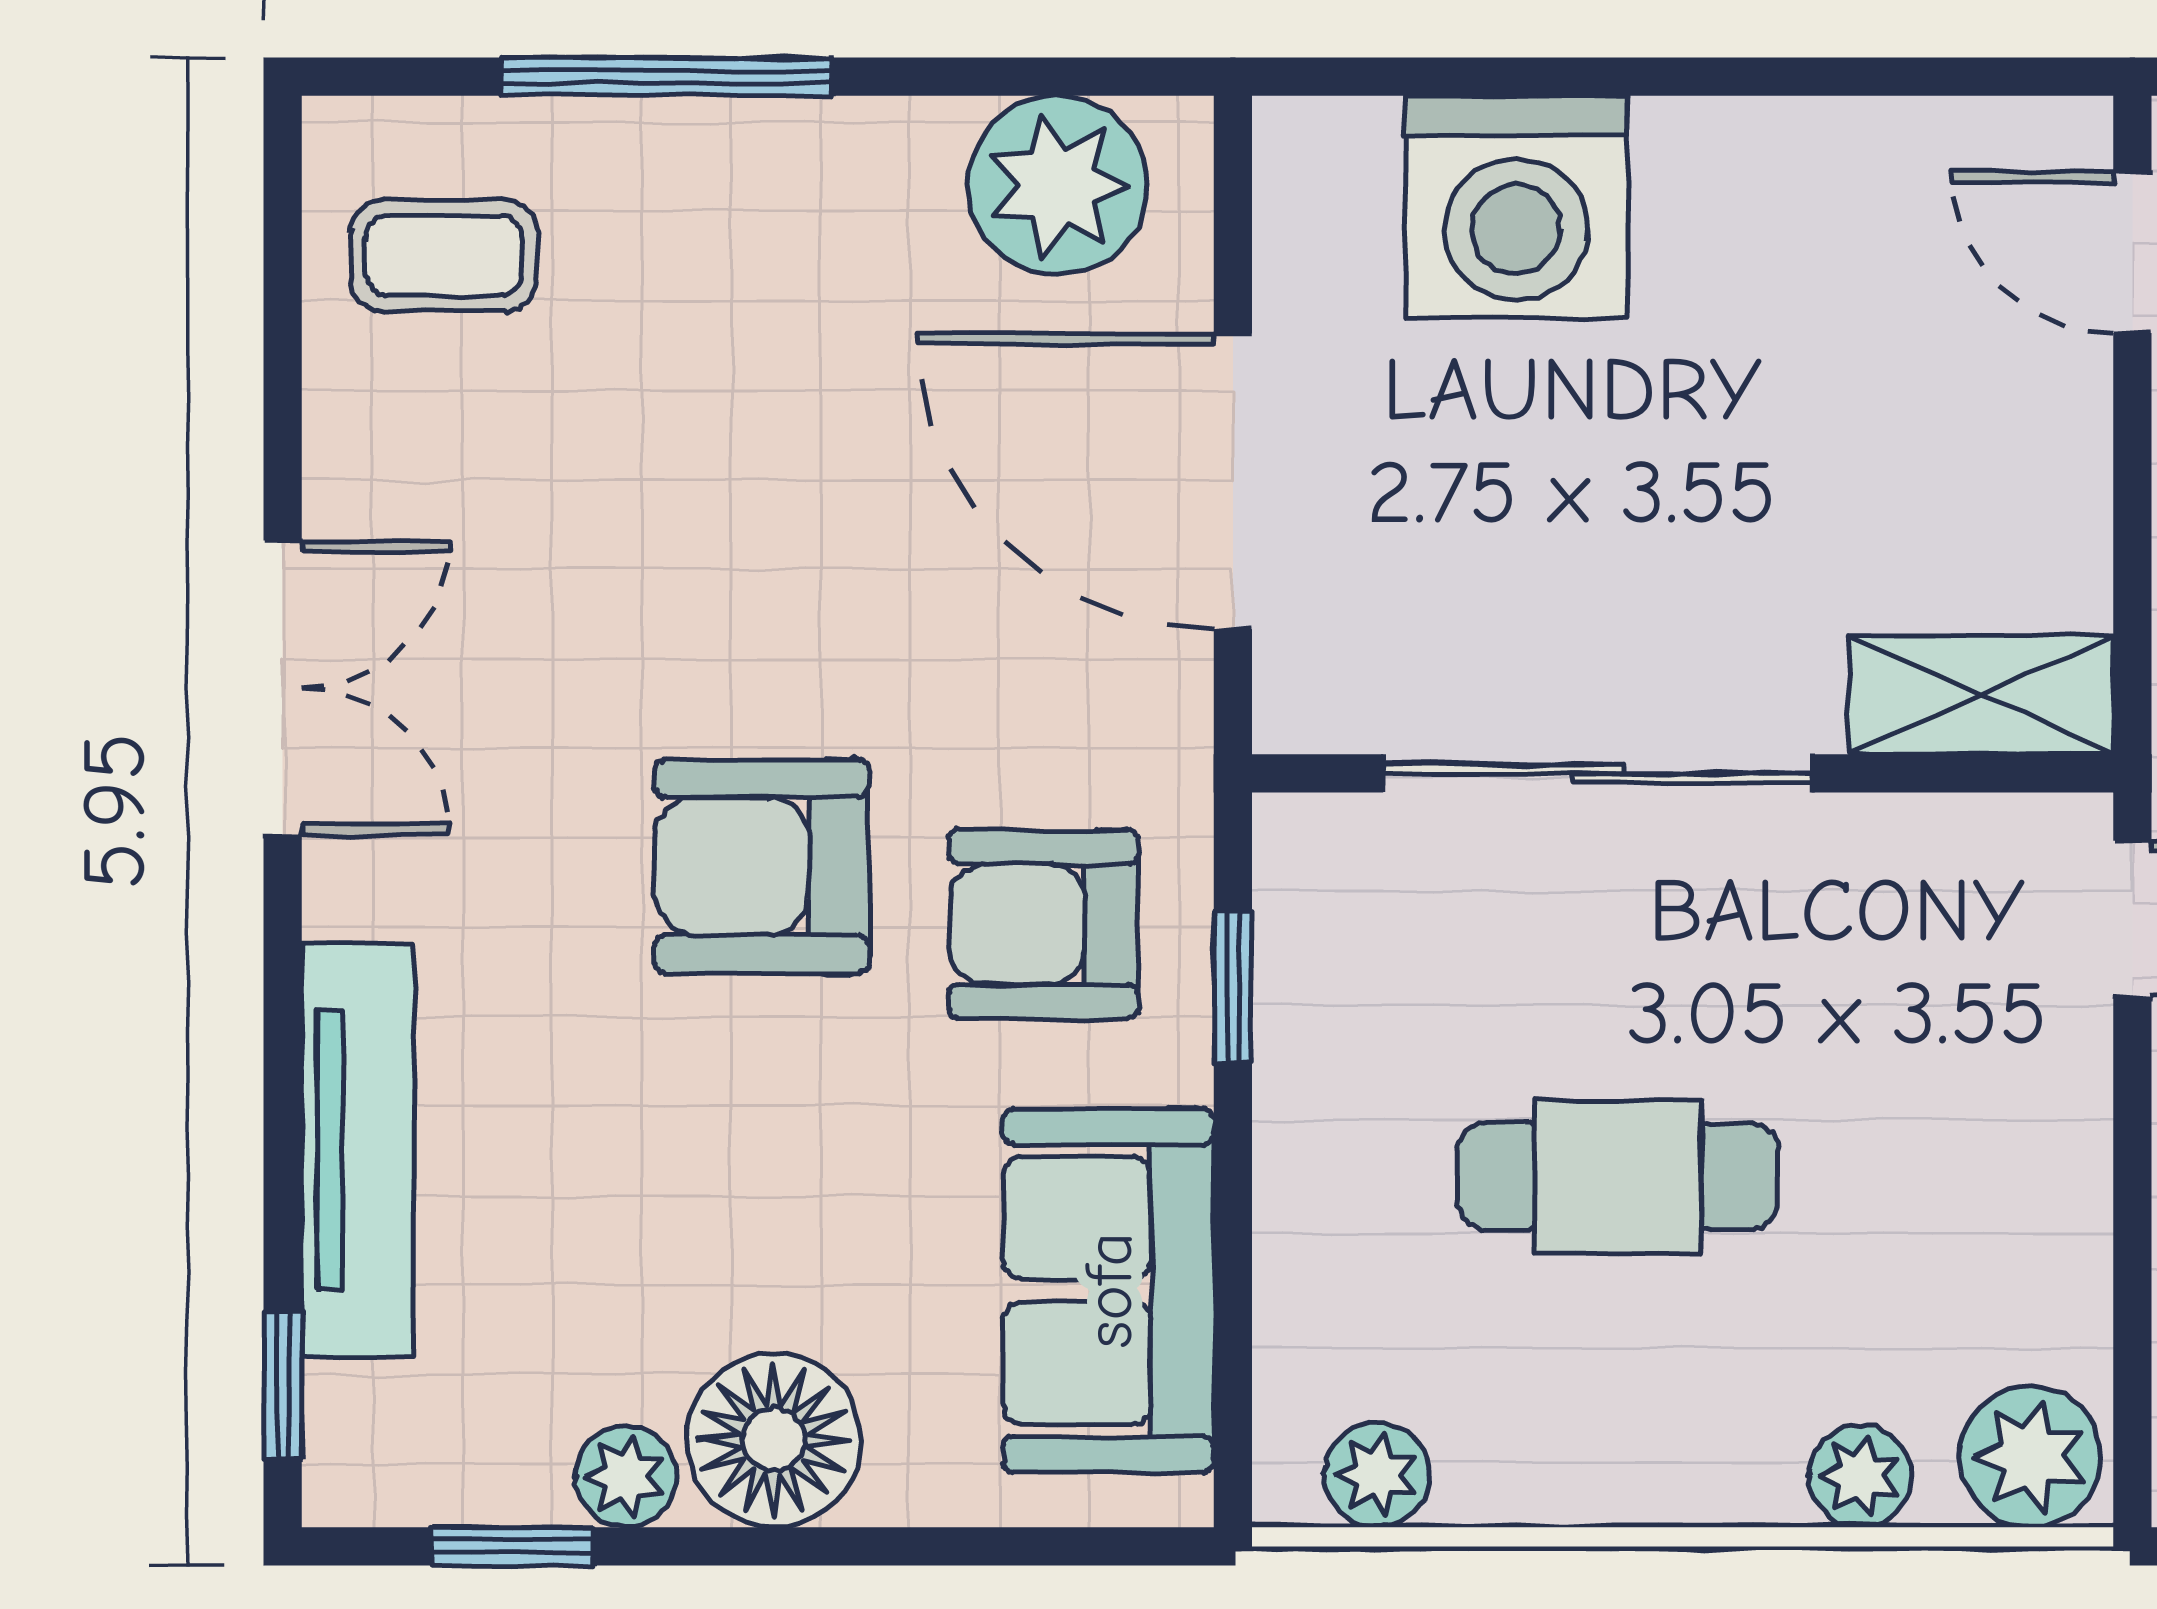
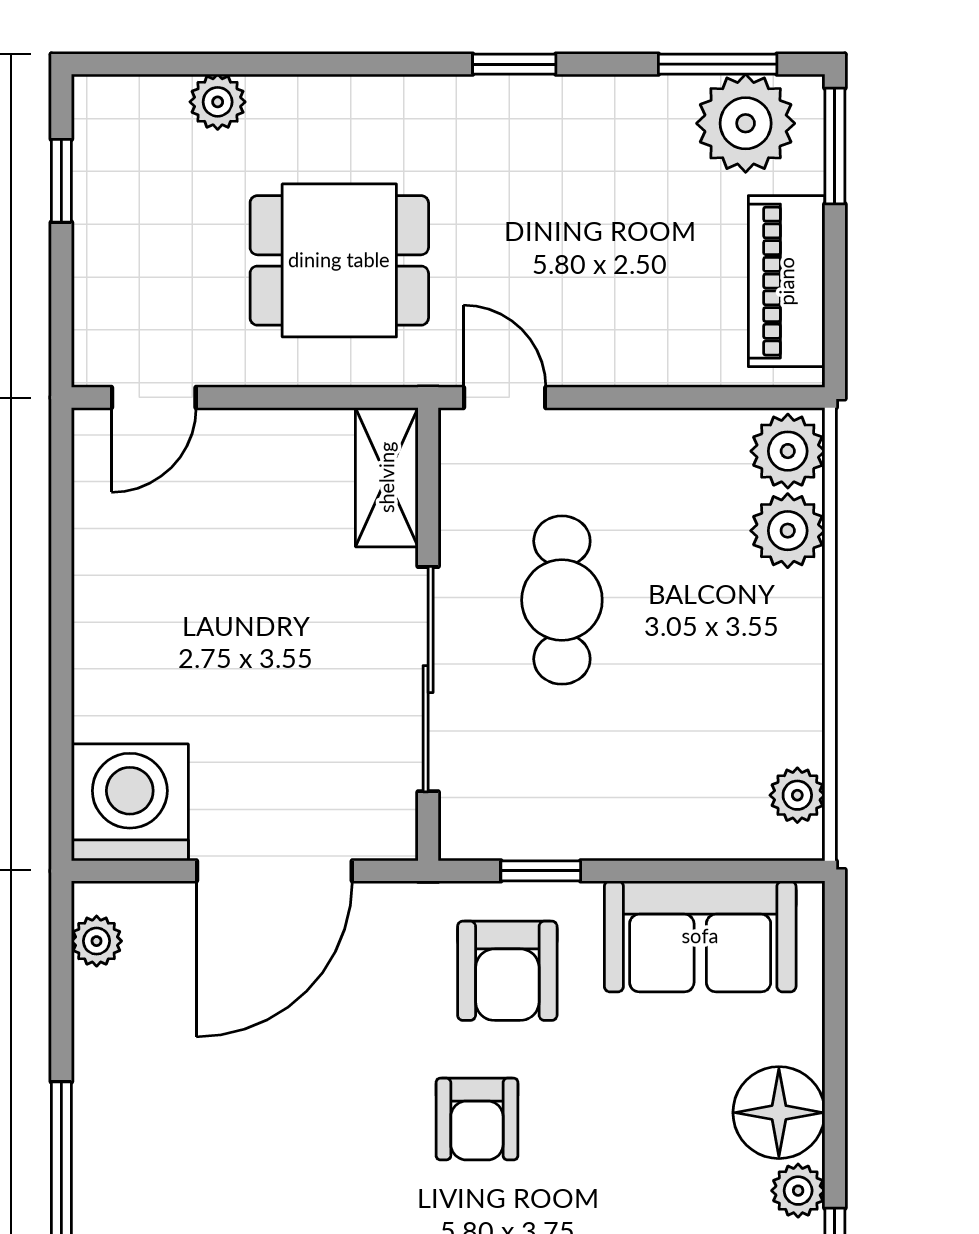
plant: (1058, 185) -> (97, 941), width x0.53, depth x0.53
washing machine: (1516, 207) -> (130, 802), moved, turned -90
armchair: (762, 866) -> (477, 1119), width x0.72, depth x0.72
cafe table: (1618, 1176) -> (562, 600), moved
plant: (1860, 1476) -> (788, 531), width x1.38, depth x1.38

